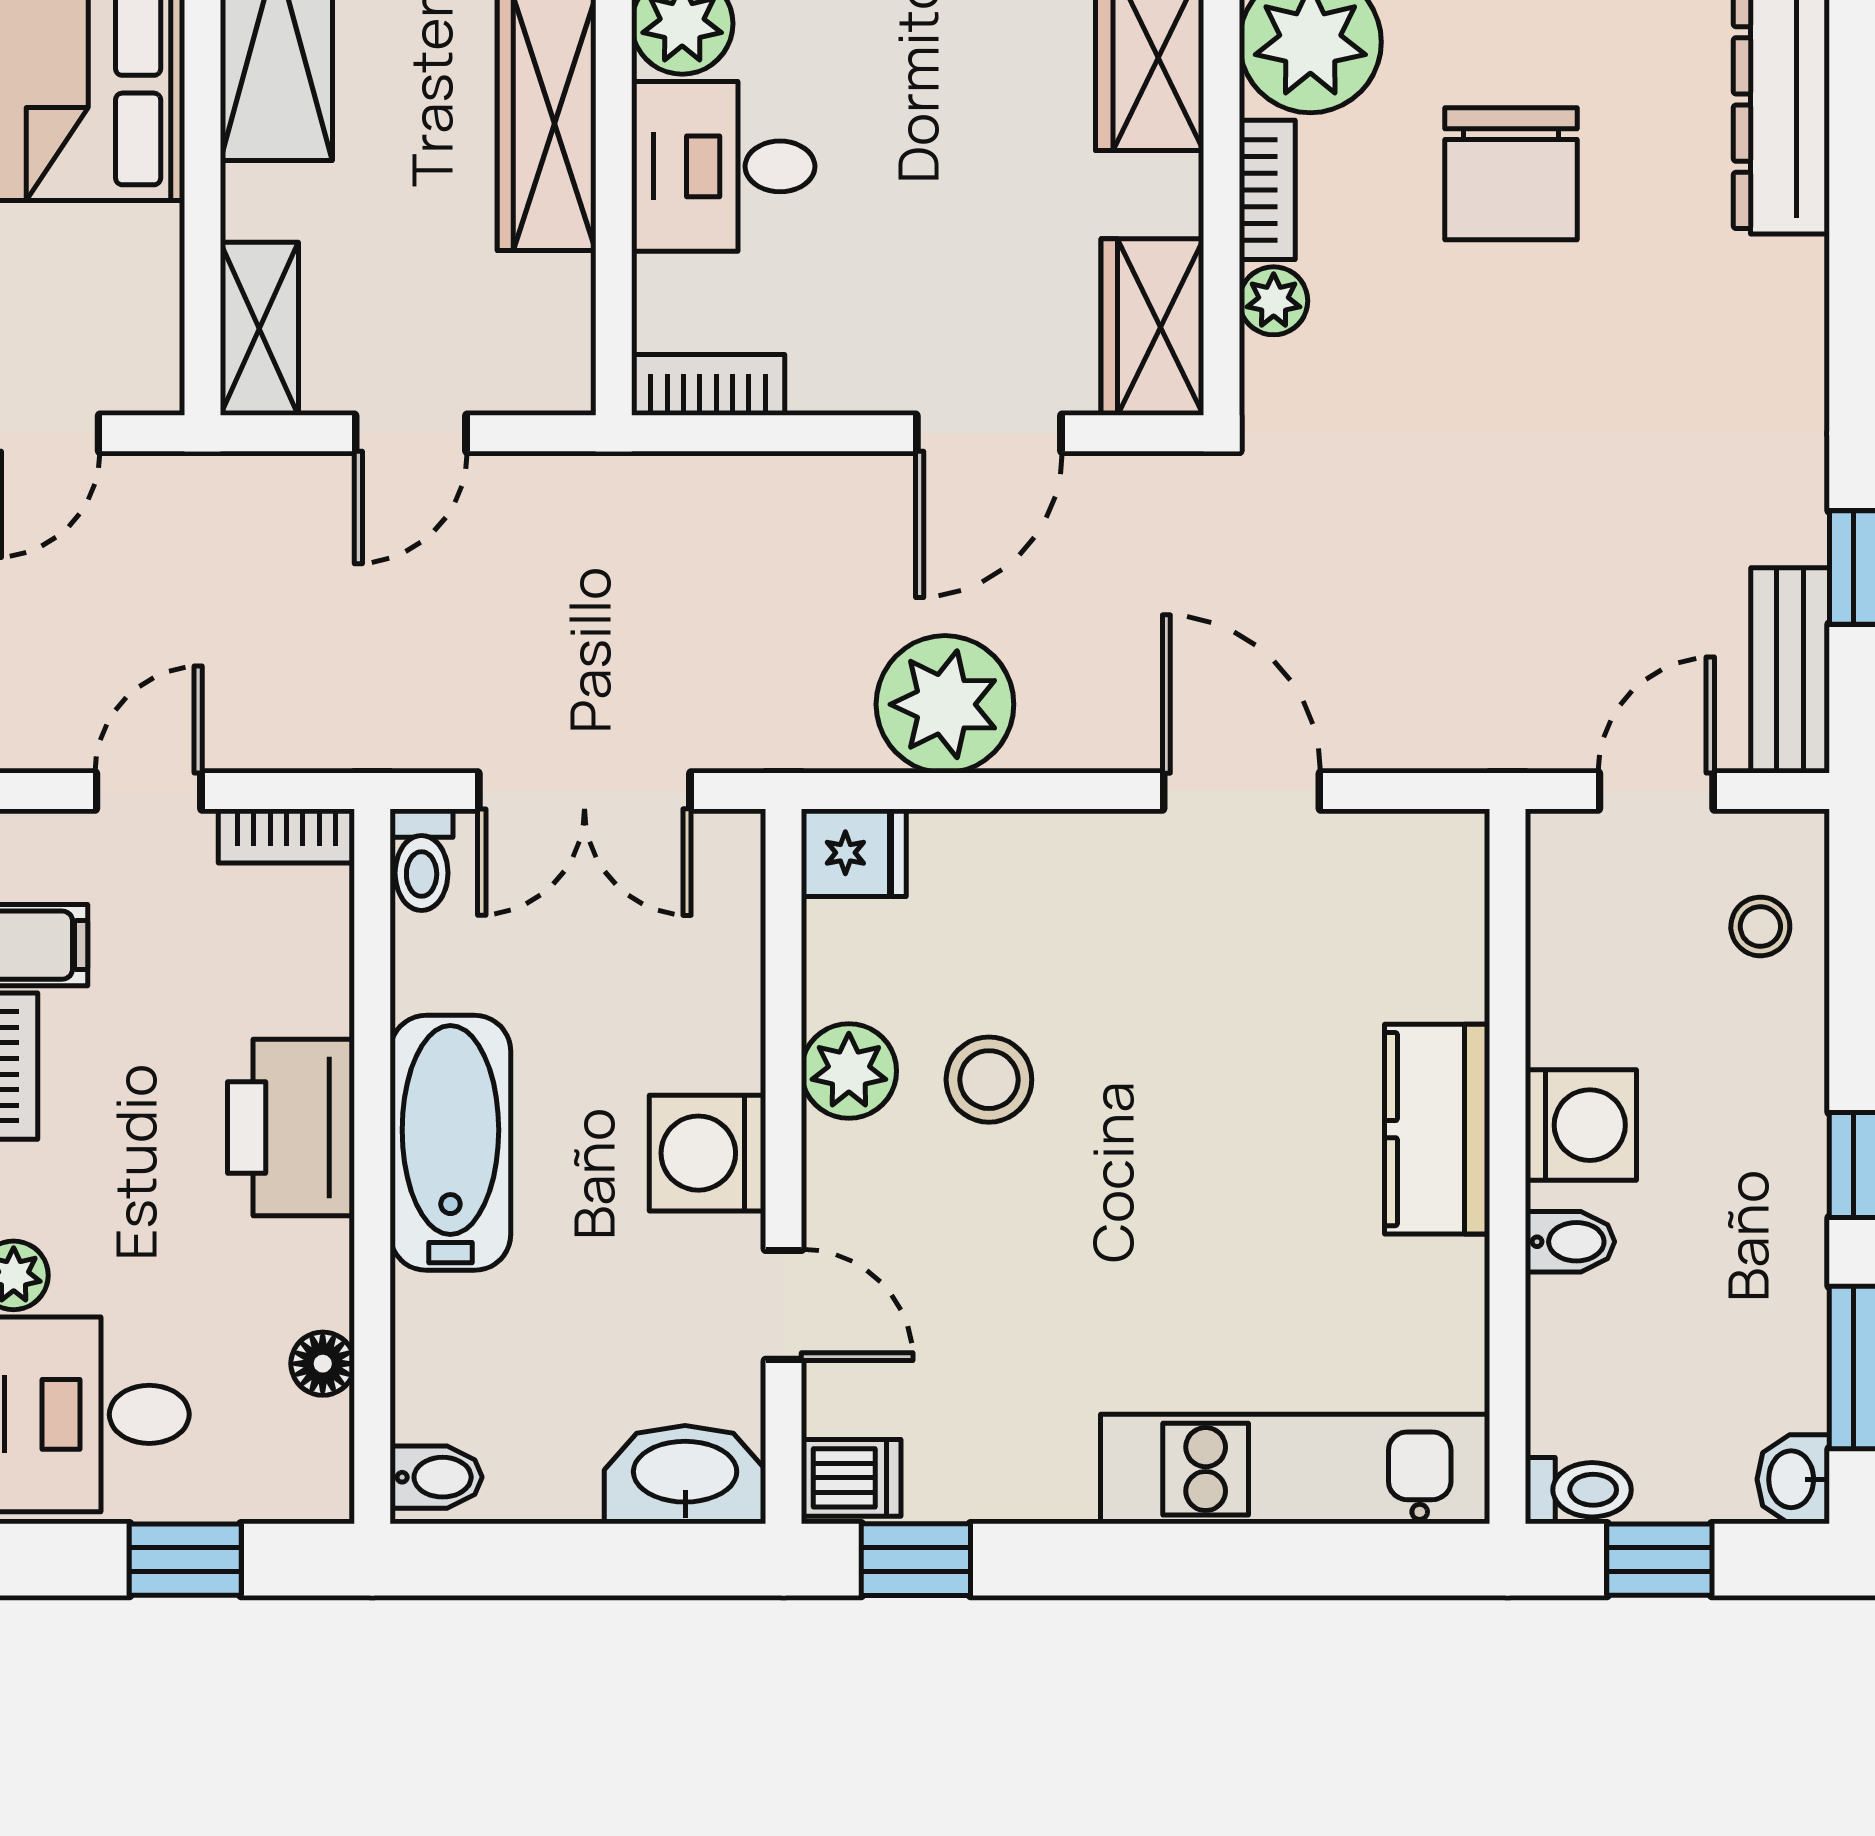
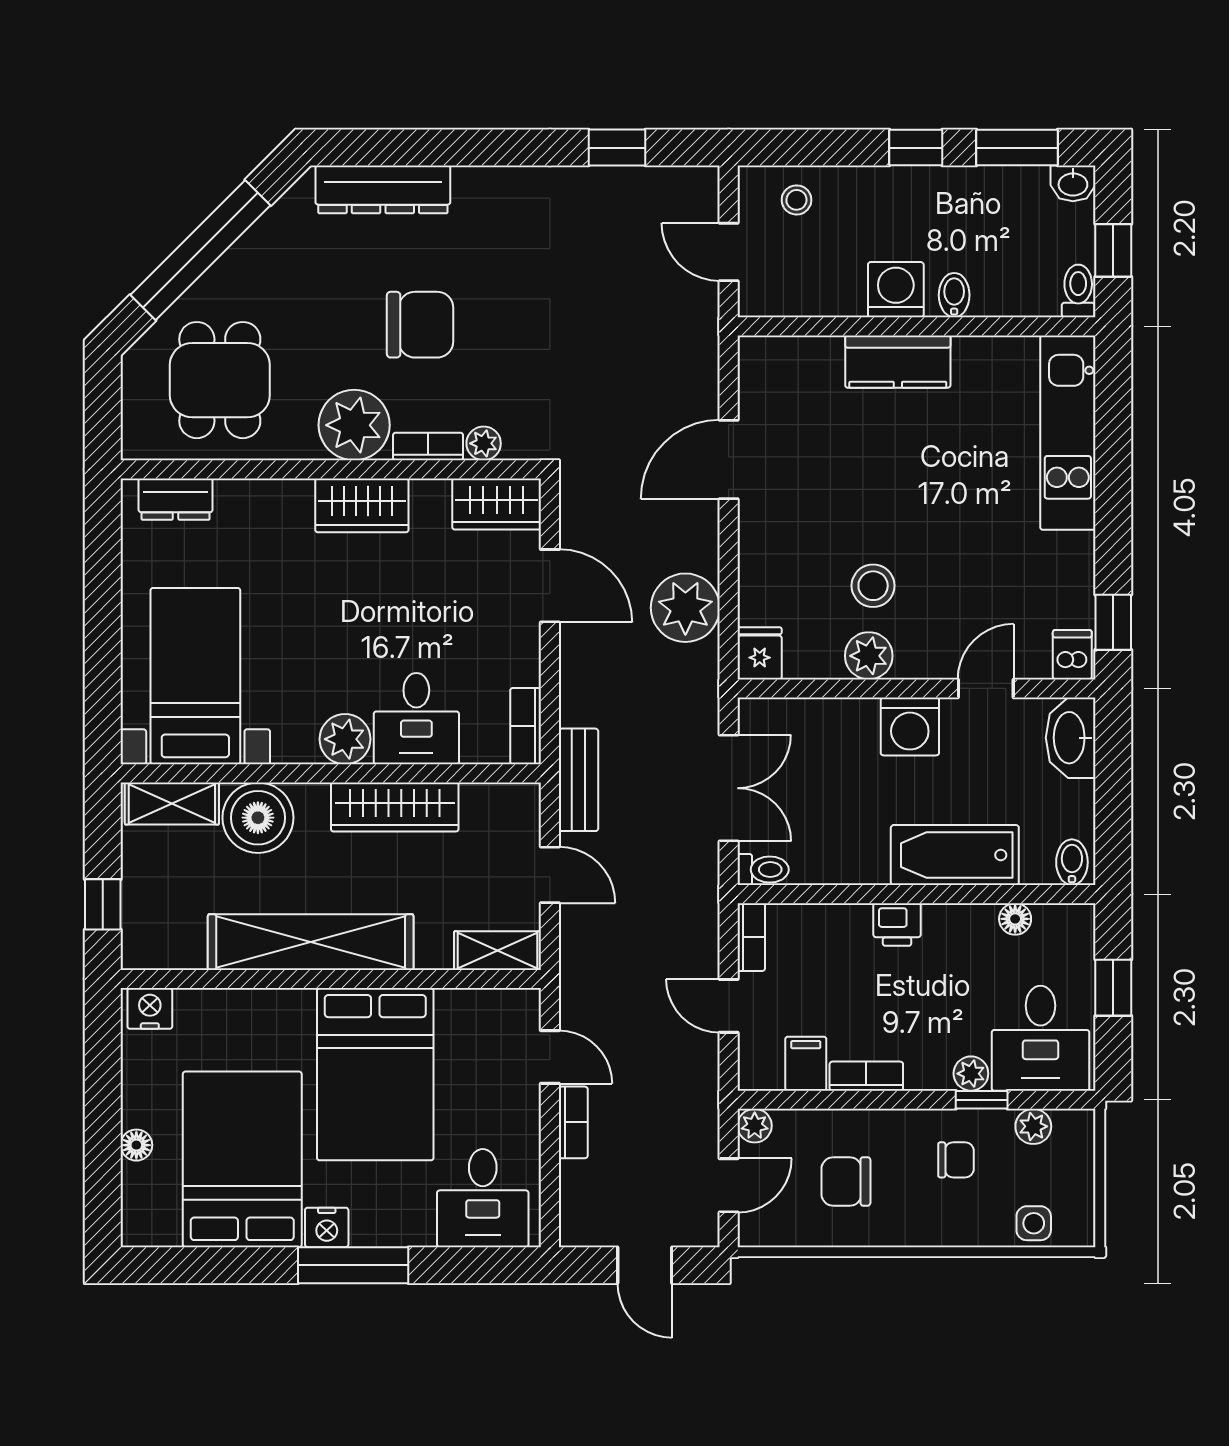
bench: (1790, 670) -> (578, 780), moved, turned 90
printer: (291, 1128) -> (897, 924), width x0.53, depth x0.68
bathtub: (450, 1143) -> (955, 855), moved

